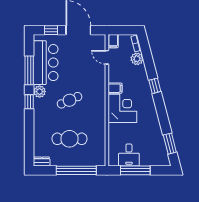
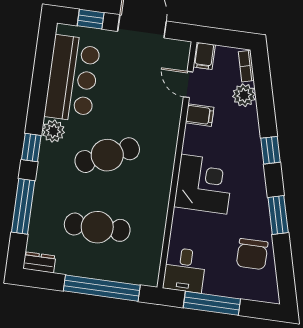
window: (29, 70) -> (23, 206), moved
filing cabinet: (115, 88) -> (200, 115), moved
cafe table: (70, 100) -> (107, 155), width x1.37, depth x1.35
chair: (153, 142) -> (252, 254), added
window: (170, 144) -> (278, 215), moved
desk: (129, 155) -> (185, 270), moved

